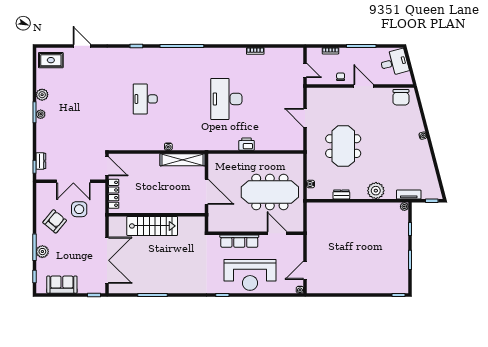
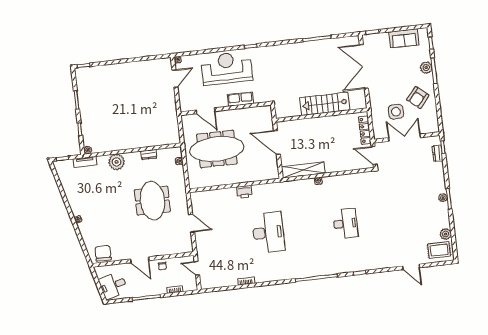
plant: (42, 95) -> (446, 234), moved
row of seats: (239, 241) -> (241, 99), width x0.68

